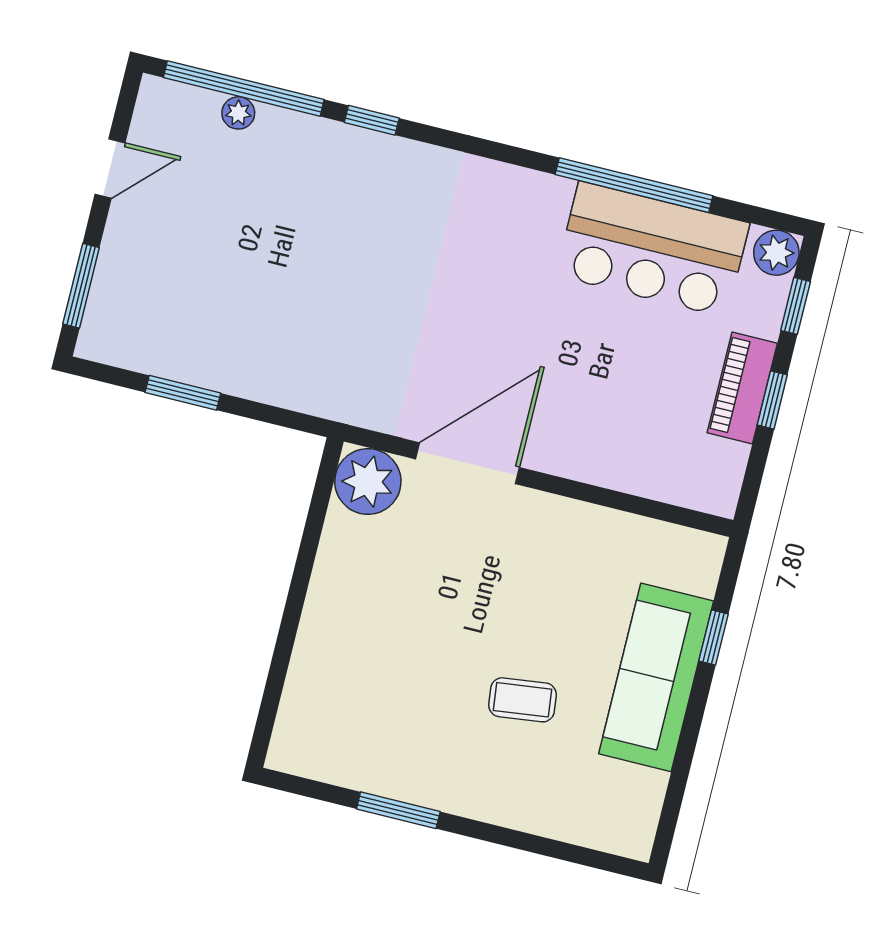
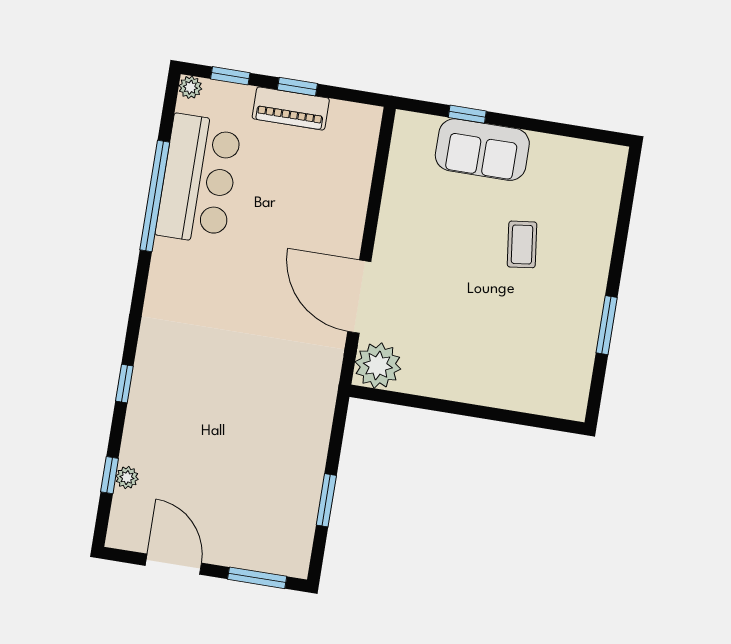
window: (244, 89) -> (110, 475), width x0.32
door: (110, 169) -> (173, 564), width x1.38
plant: (776, 253) -> (190, 87), width x0.73, depth x0.73
sofa: (656, 677) -> (482, 150), width x0.73

